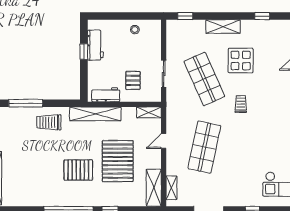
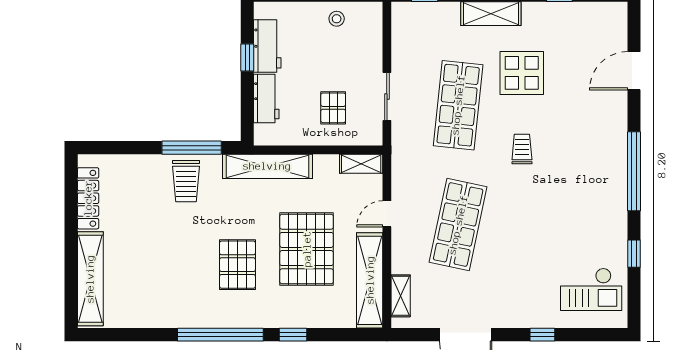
shop shelf: (204, 79) -> (458, 105), turned 30
workbench: (106, 95) -> (266, 98), moved, turned 90
window: (26, 103) -> (192, 148), moved
trolley: (49, 122) -> (186, 181), turned -90
pallet: (78, 170) -> (237, 265), turned 90
shelving: (154, 188) -> (370, 280), width x1.47

